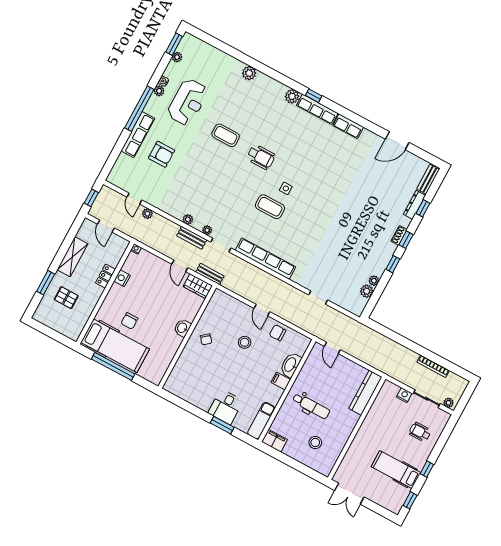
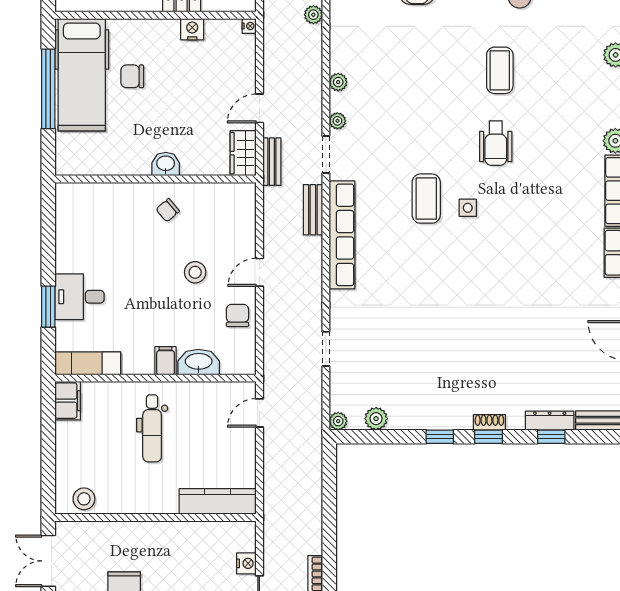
bench: (192, 238) -> (313, 210), moved
plant: (374, 281) -> (338, 421), moved
stool: (315, 442) -> (84, 499), moved

